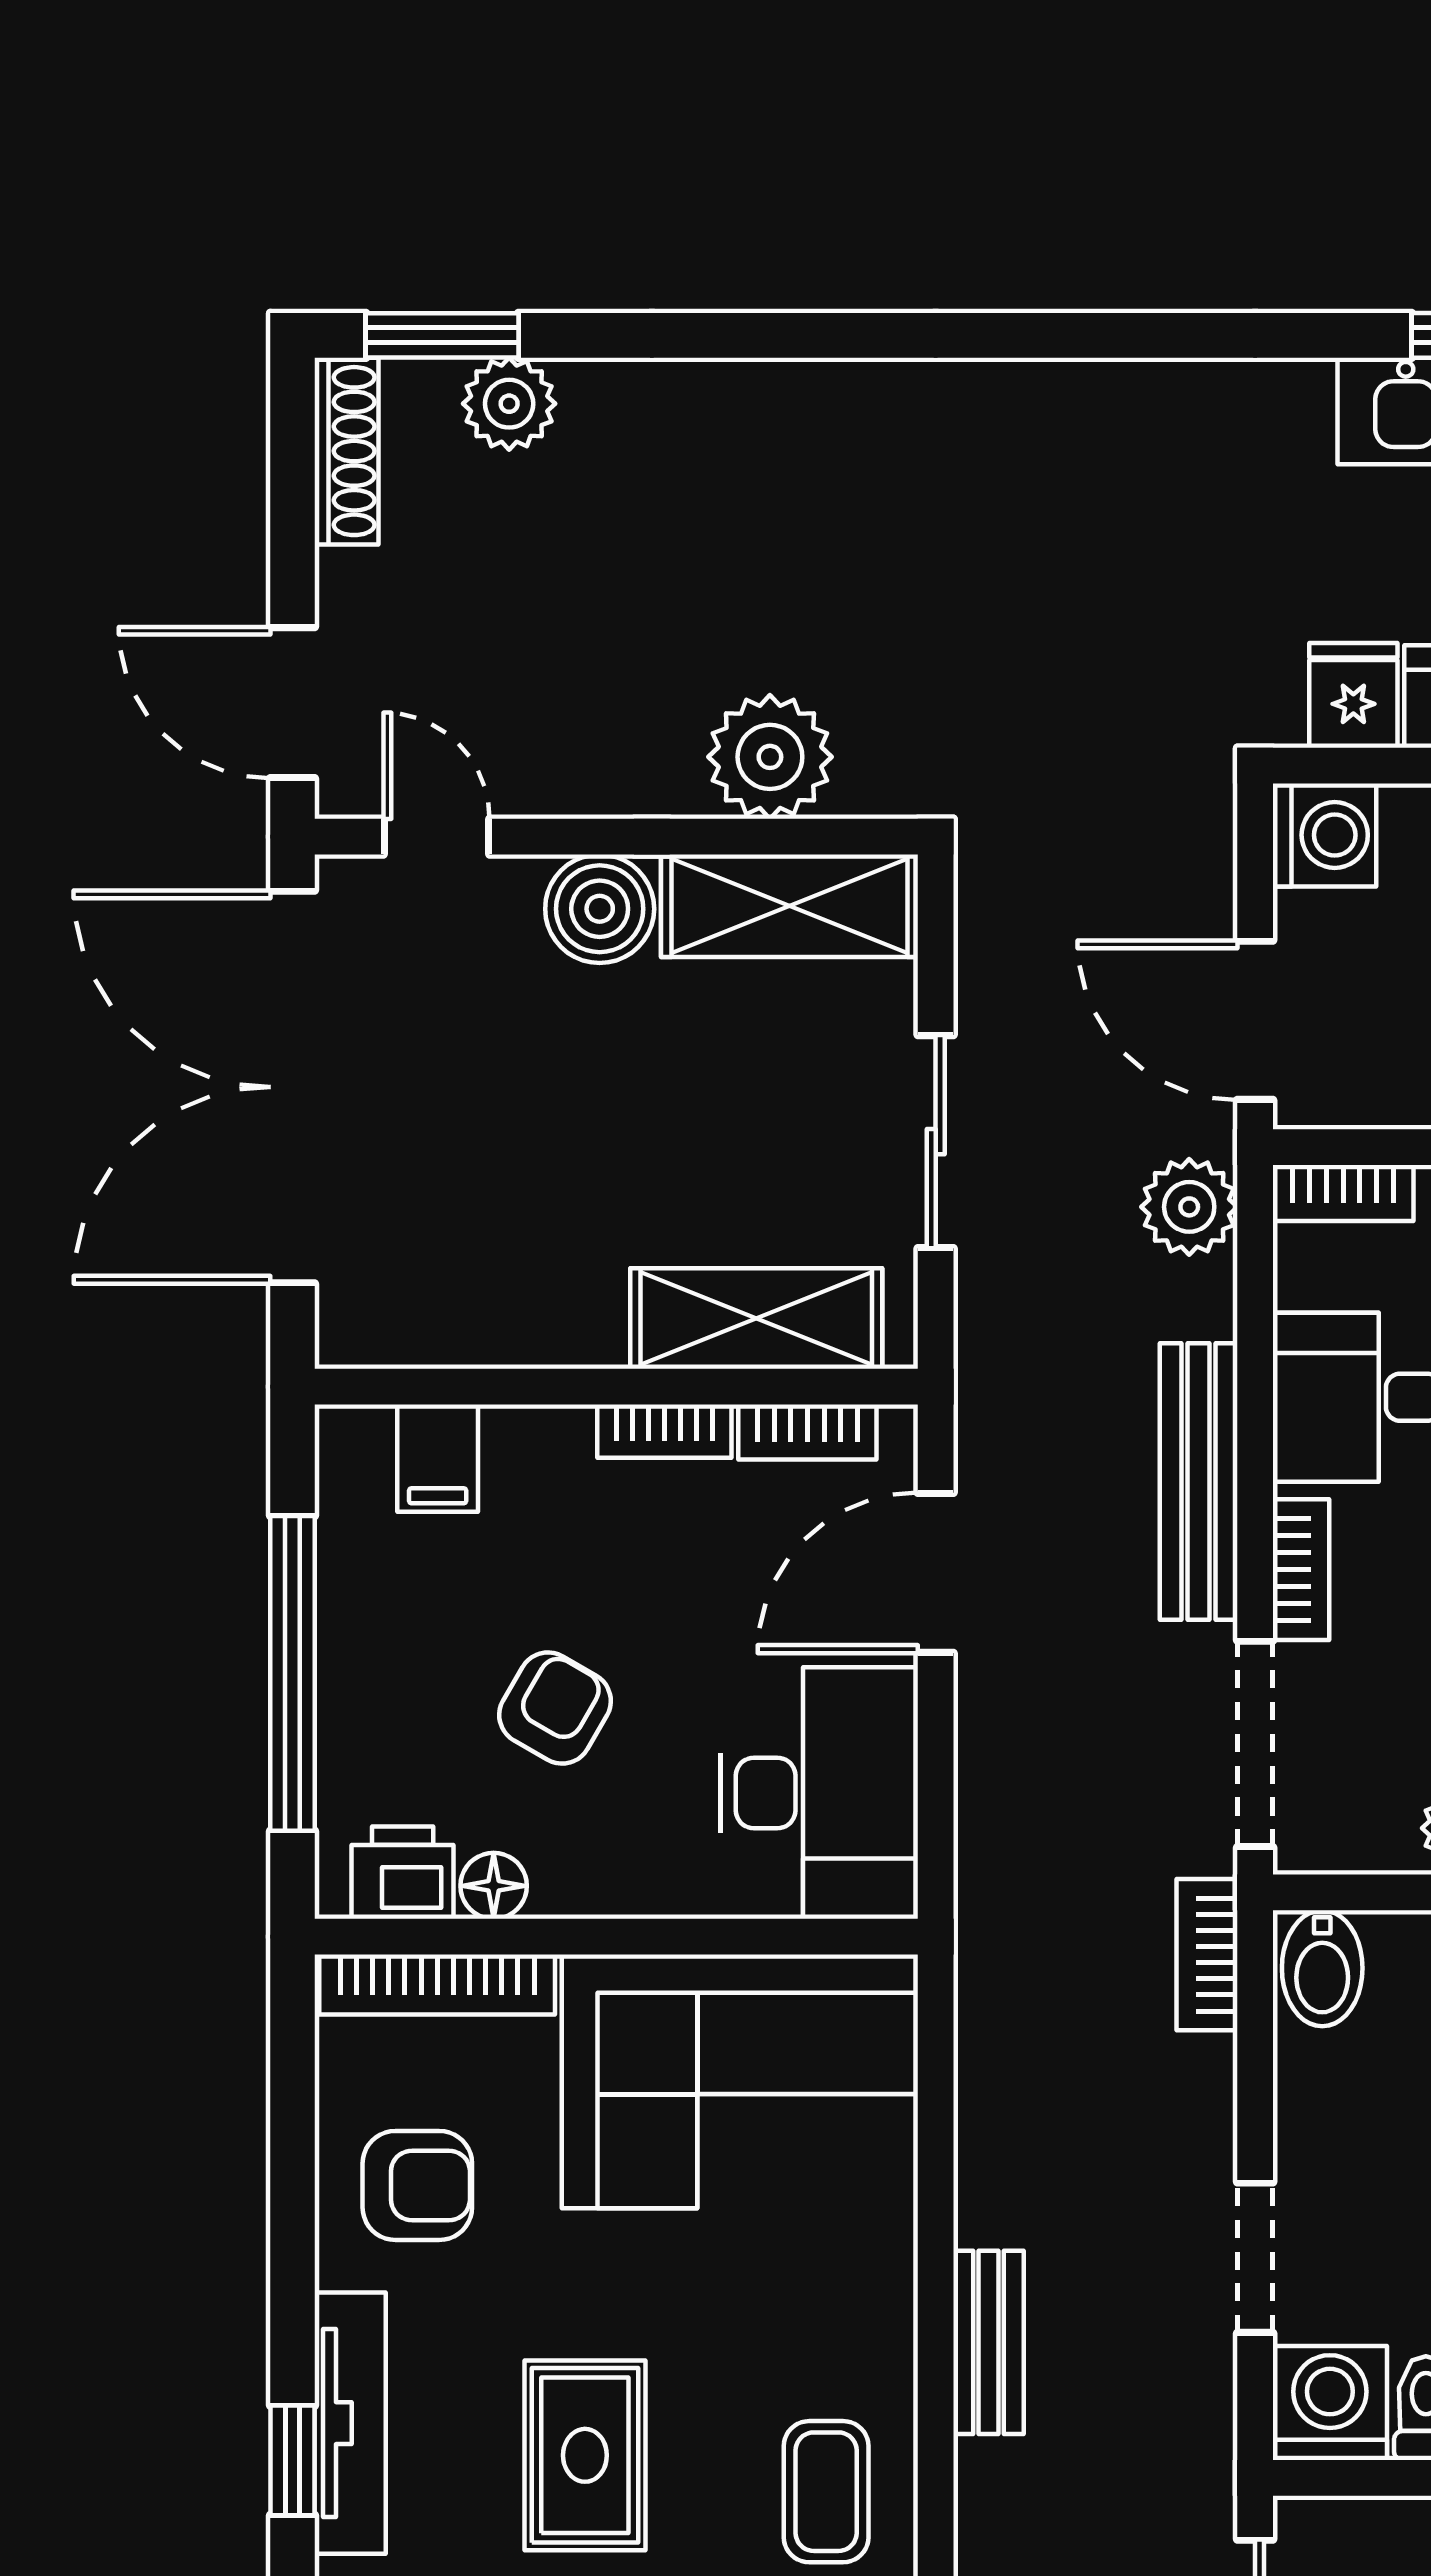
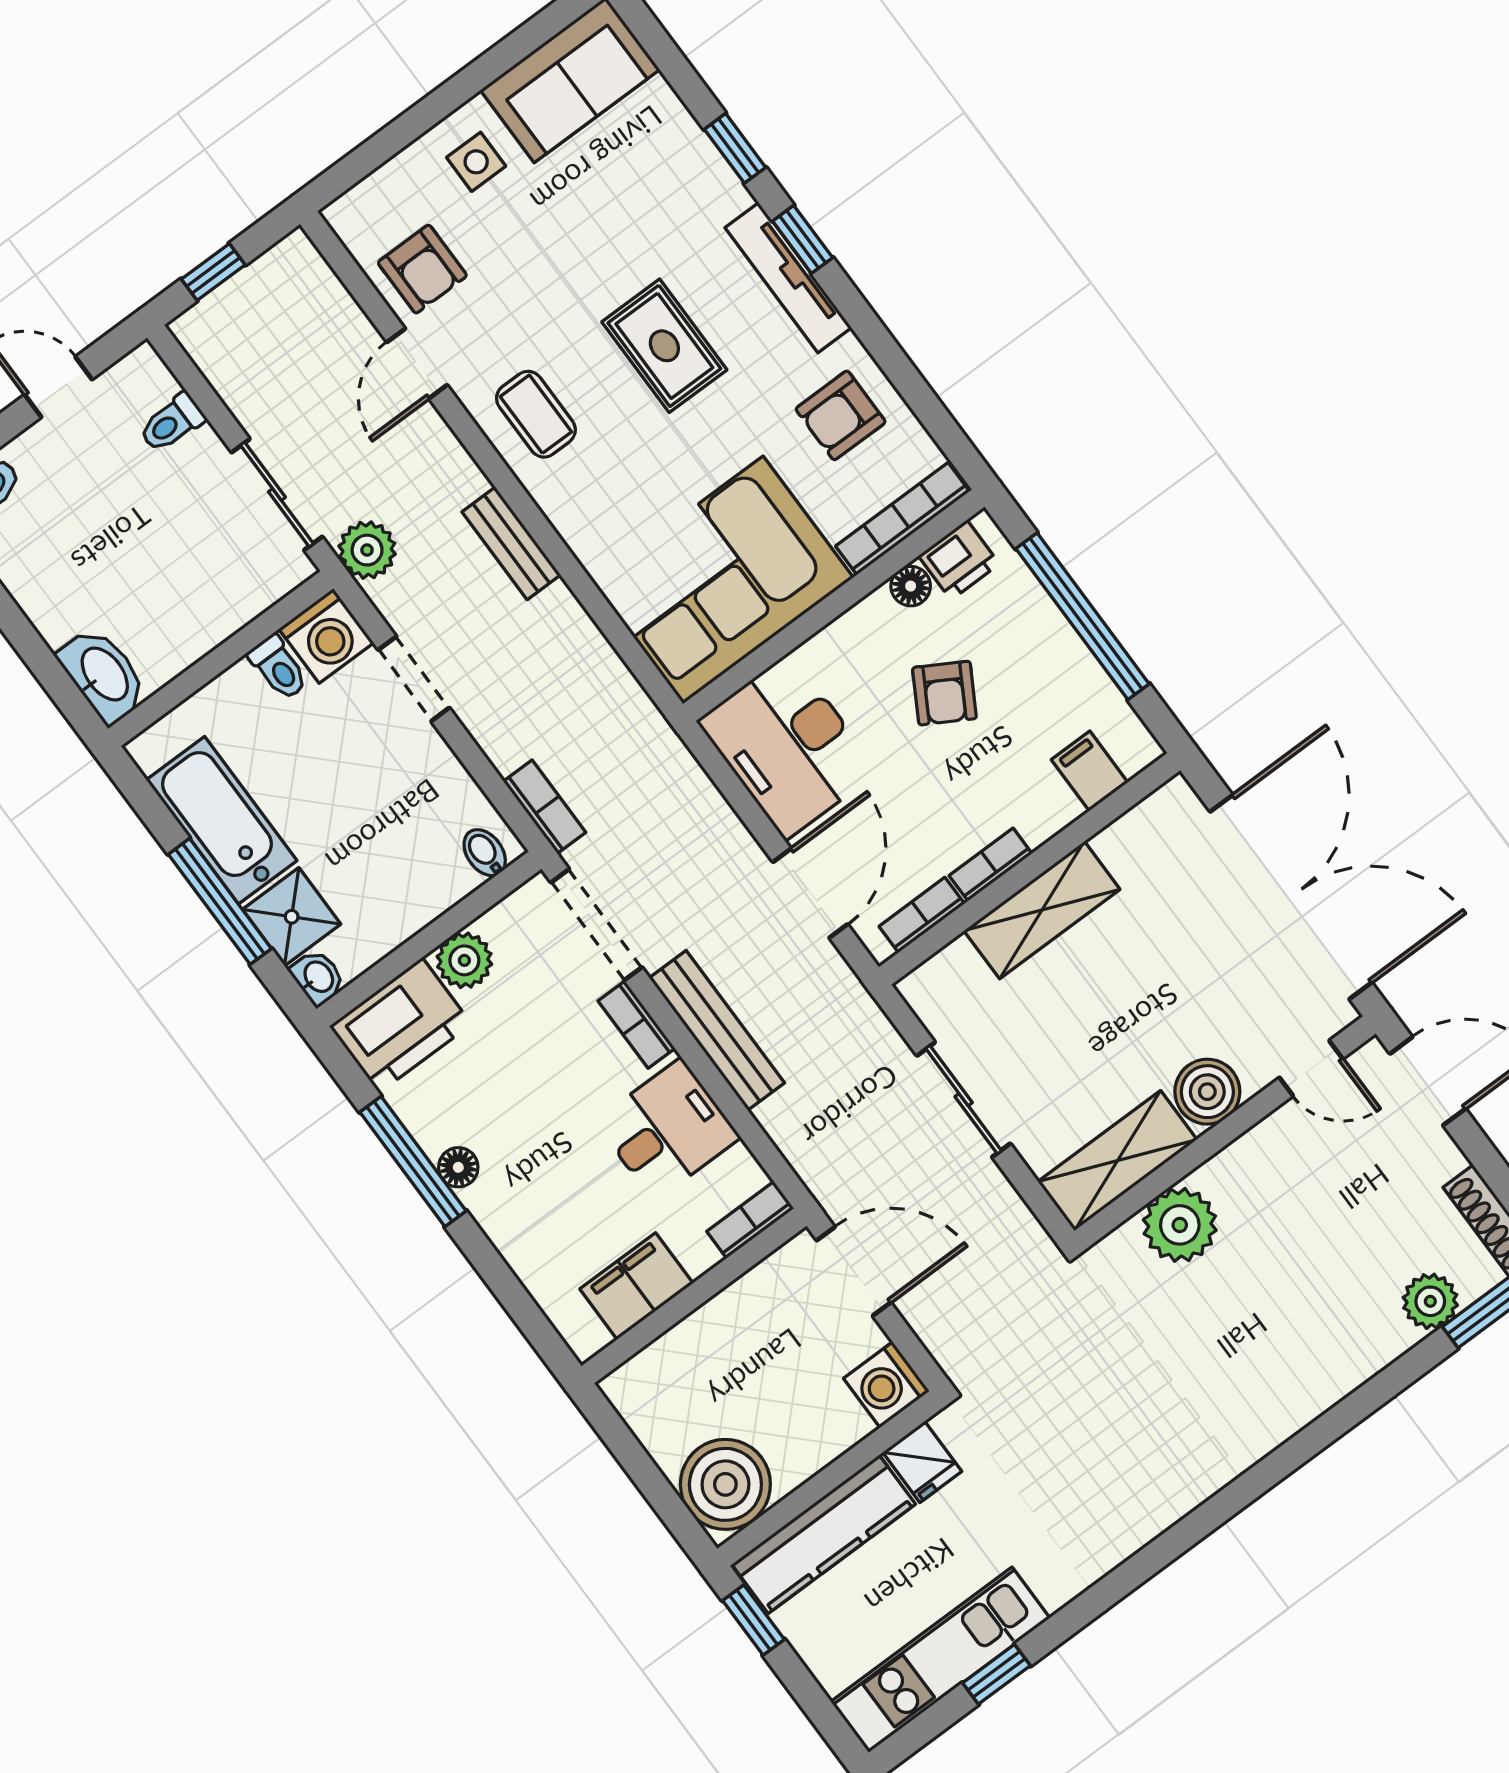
plant: (1189, 1207) -> (367, 550), moved
shelving: (756, 1319) -> (1042, 910), moved
bidet: (1322, 1968) -> (485, 853), width x0.72, depth x0.74

